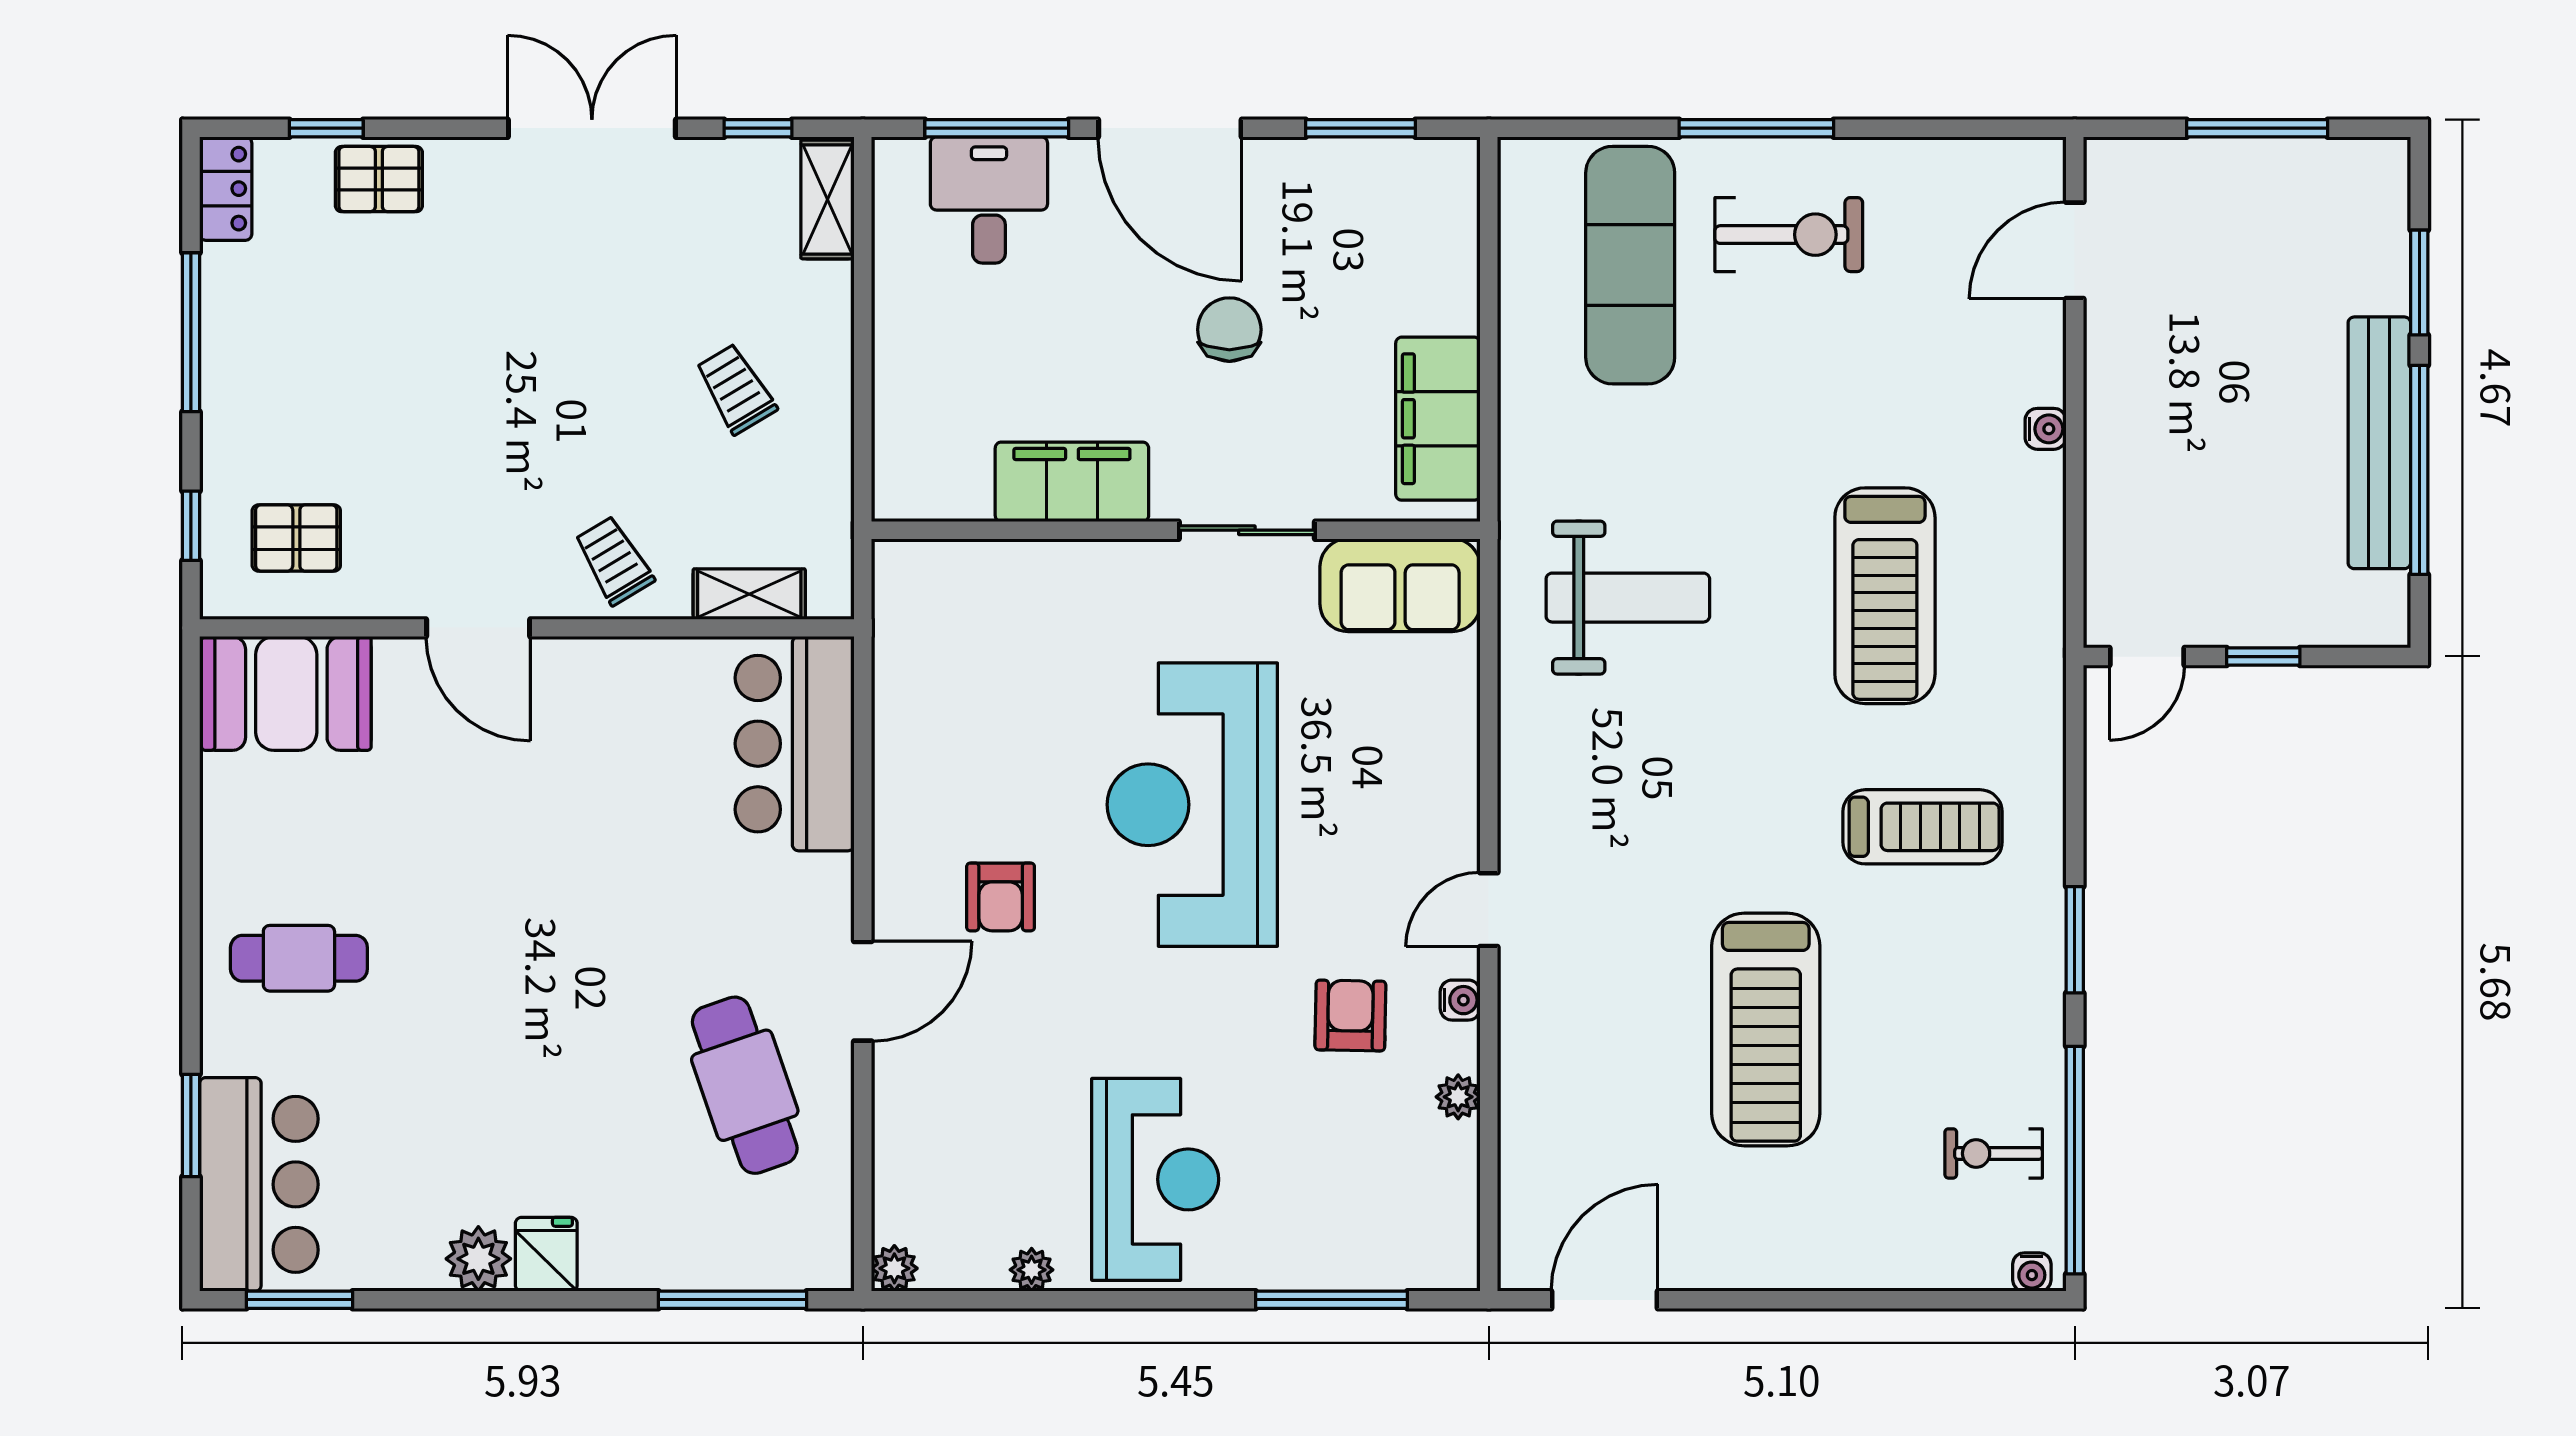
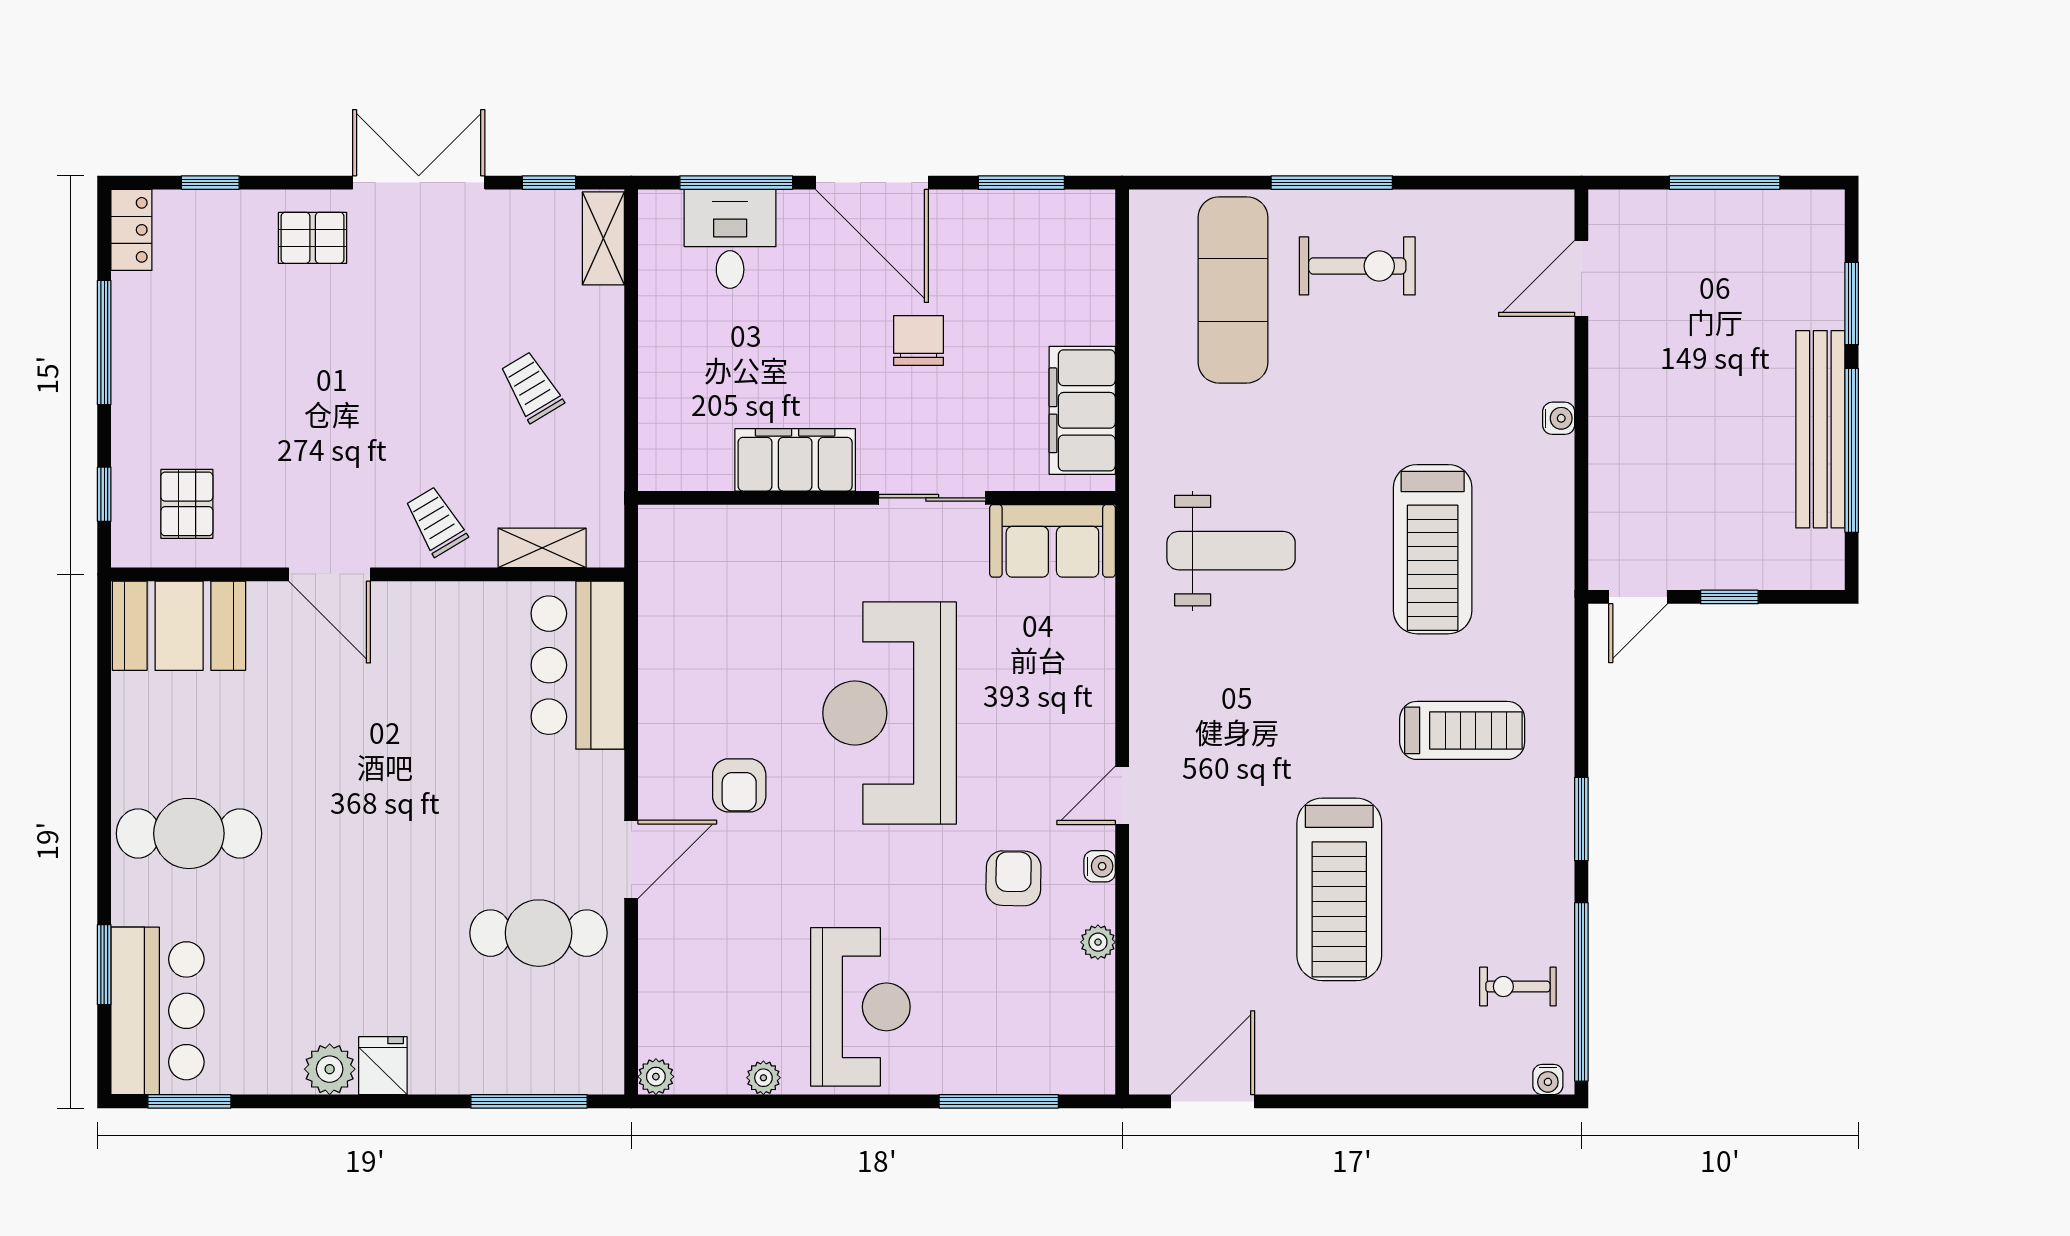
pallet: (379, 179) -> (313, 238), moved
pallet: (296, 538) -> (187, 504), turned 90
cafe table: (299, 958) -> (189, 833), width x1.37, depth x1.35
cafe table: (745, 1085) -> (539, 933), turned -71

